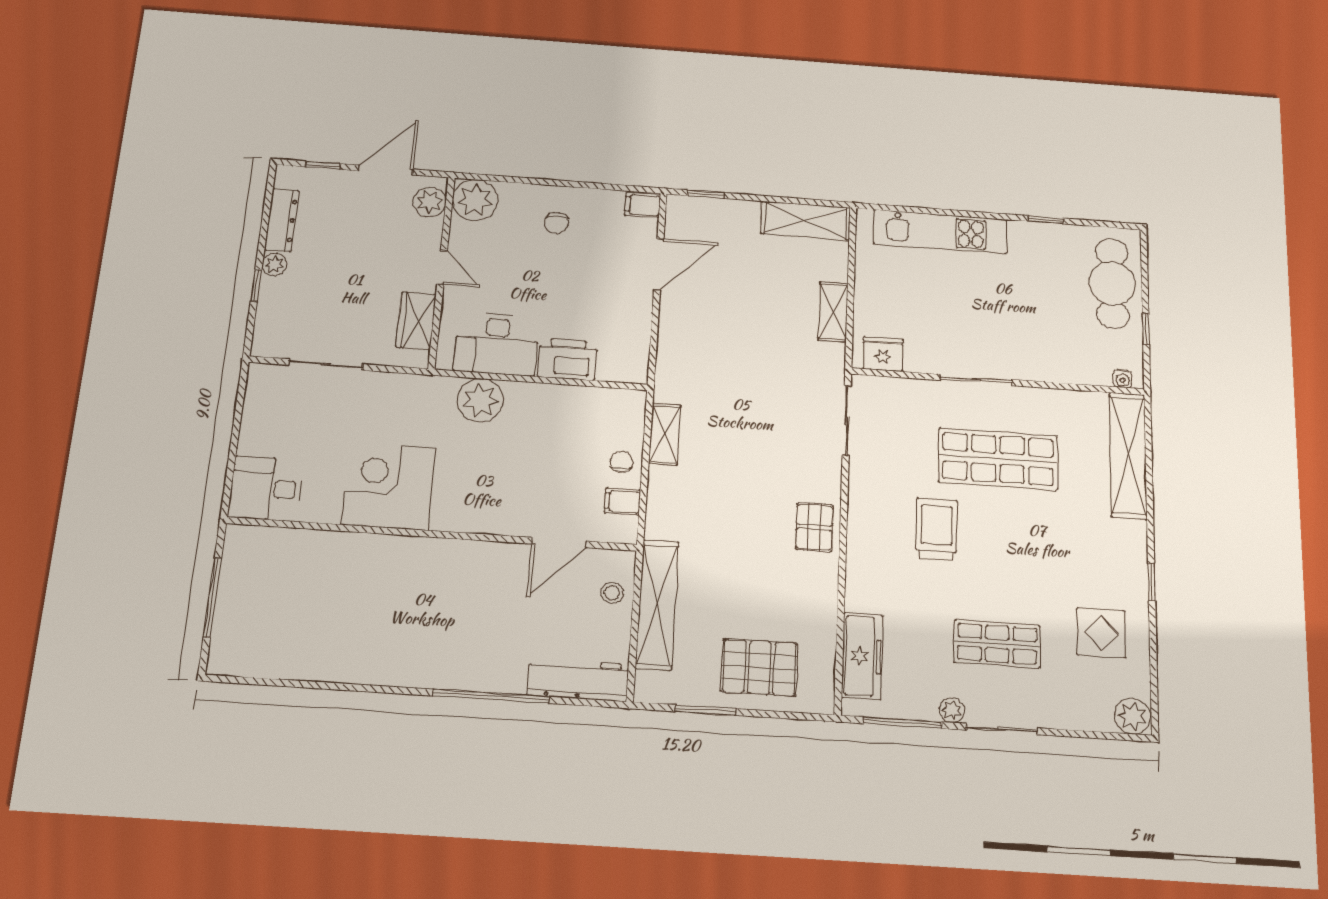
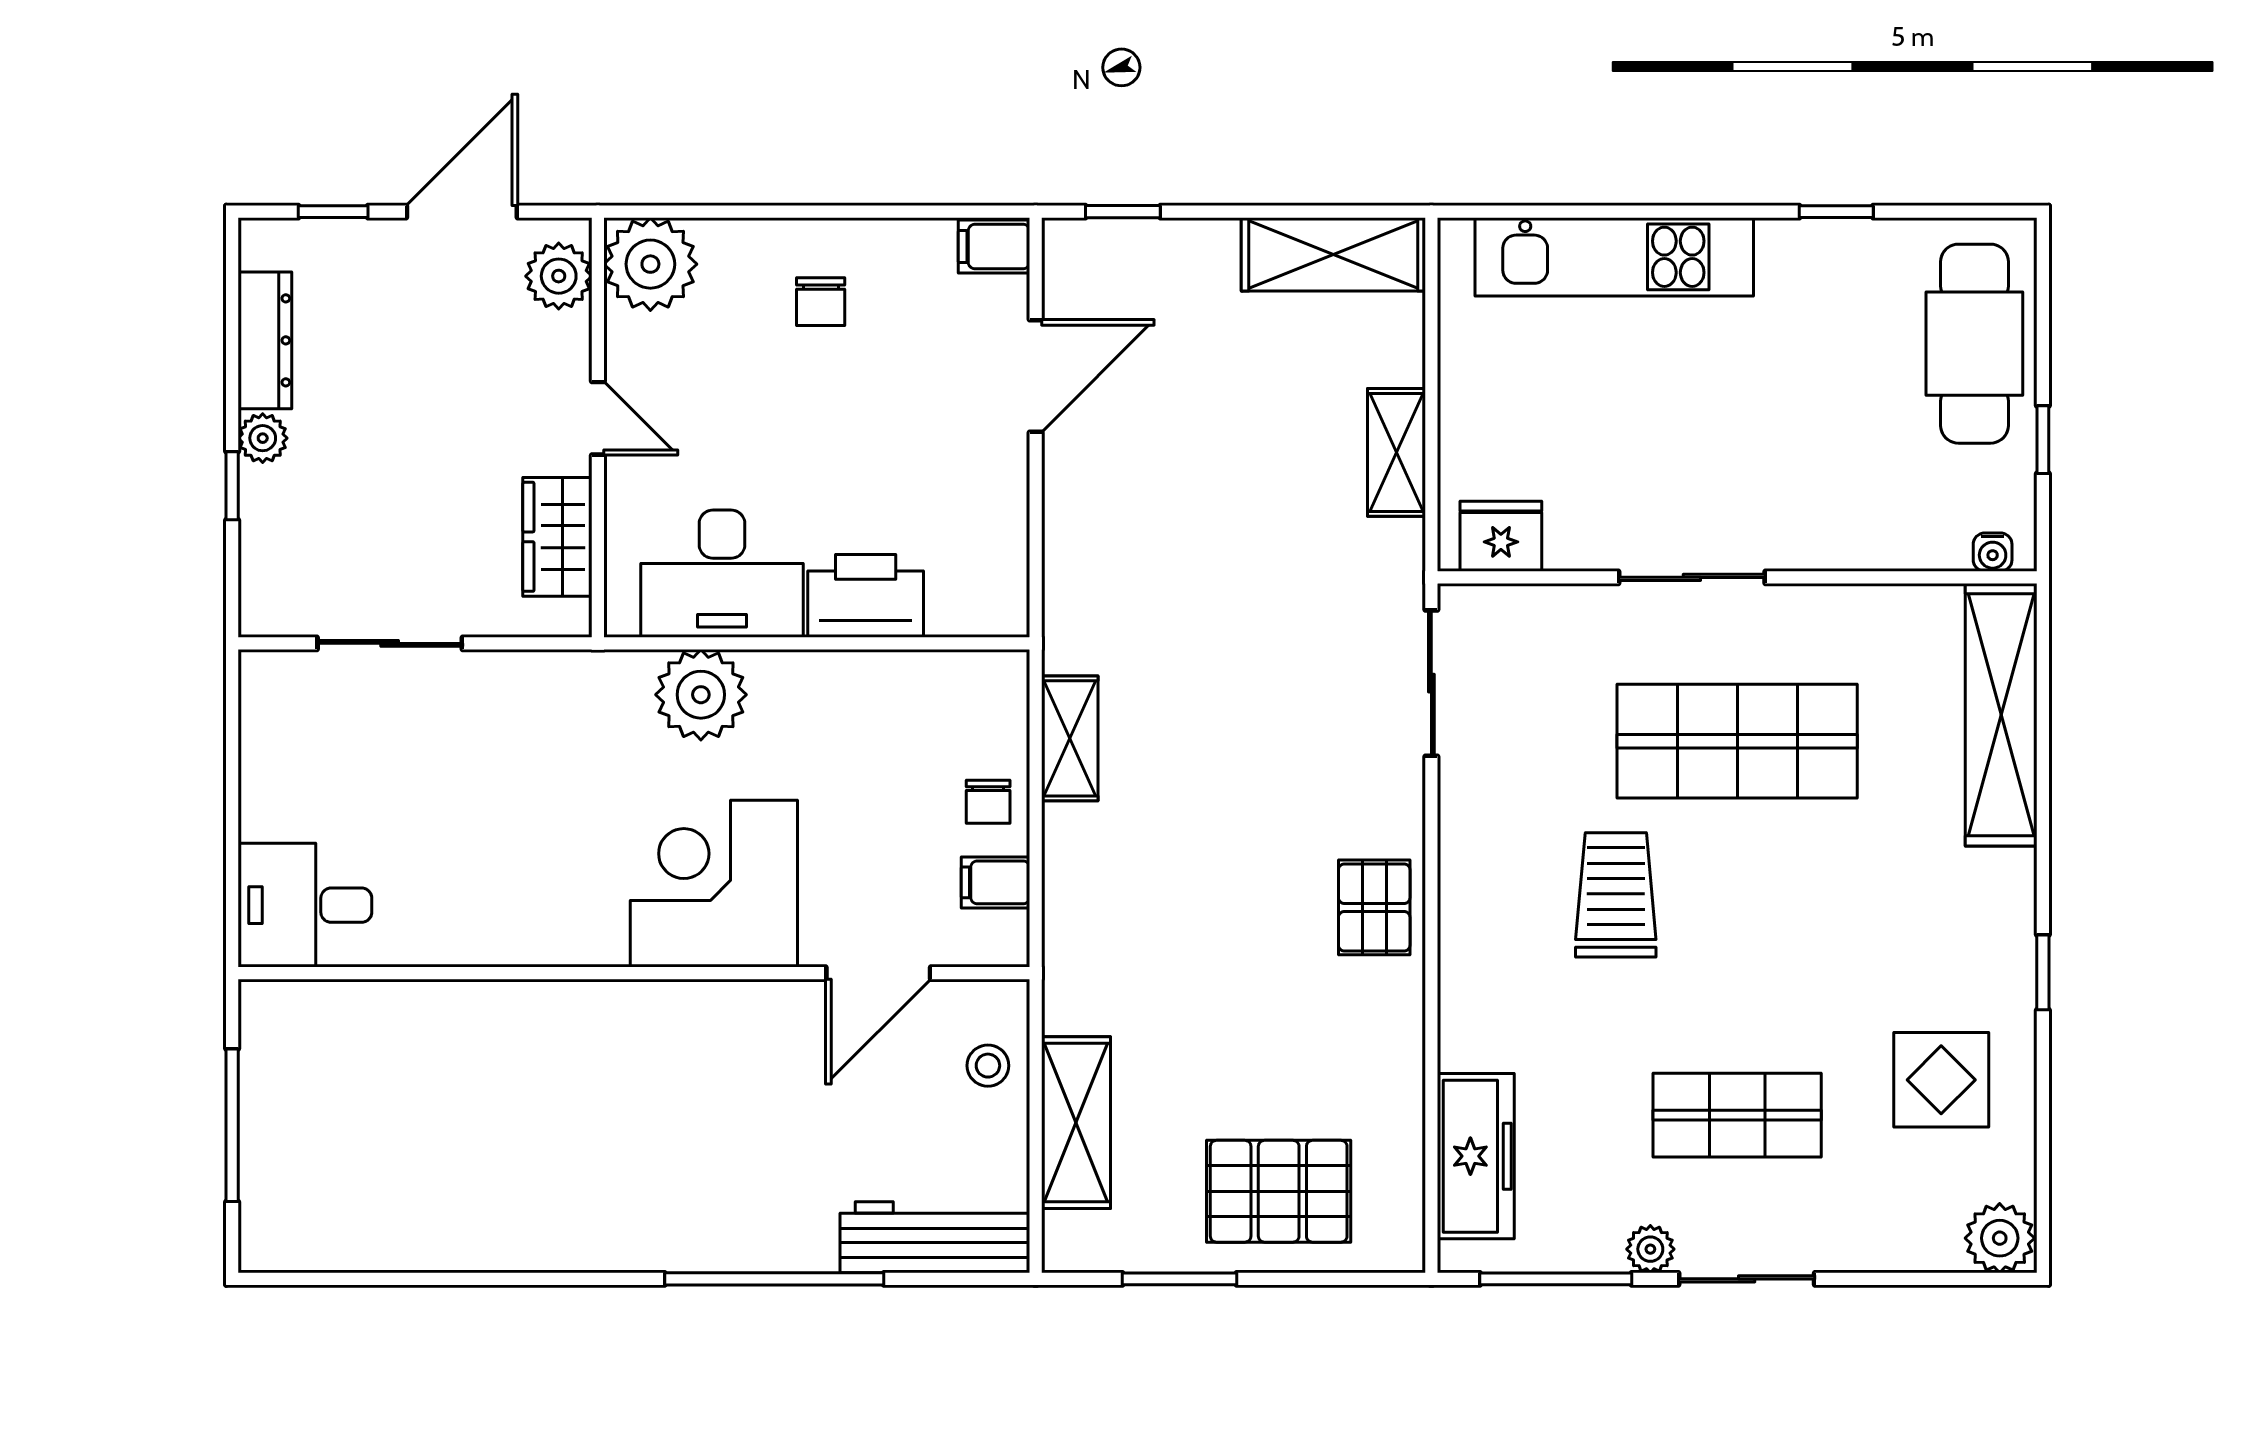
chair: (621, 462) -> (988, 802), turned 180
corner desk: (389, 486) -> (714, 884), moved
shelving: (657, 605) -> (1076, 1123), width x0.68

